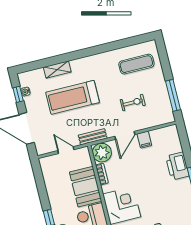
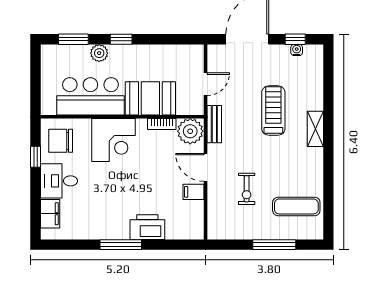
exercise mat: (136, 64) -> (296, 206), turned 90
shelving: (57, 70) -> (315, 129), moved
window: (173, 95) -> (274, 245), moved
treadmill: (73, 97) -> (273, 111), width x0.73, depth x0.73

